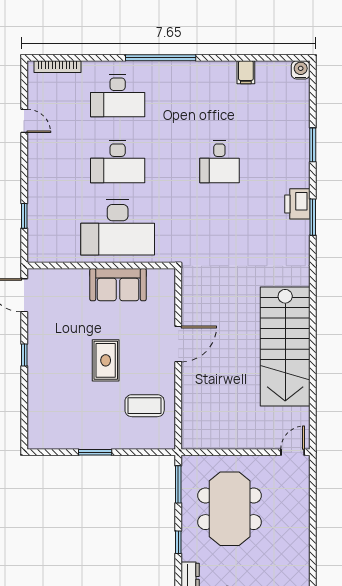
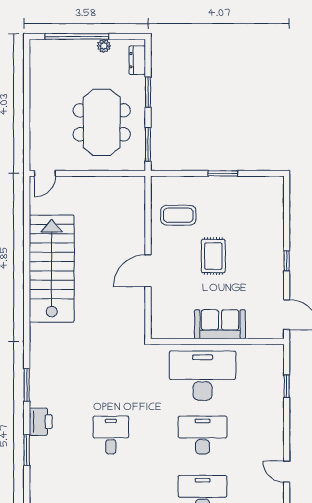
printer: (297, 204) -> (41, 422), moved
sofa: (118, 285) -> (220, 324), moved
window: (178, 542) -> (148, 92), width x1.50

